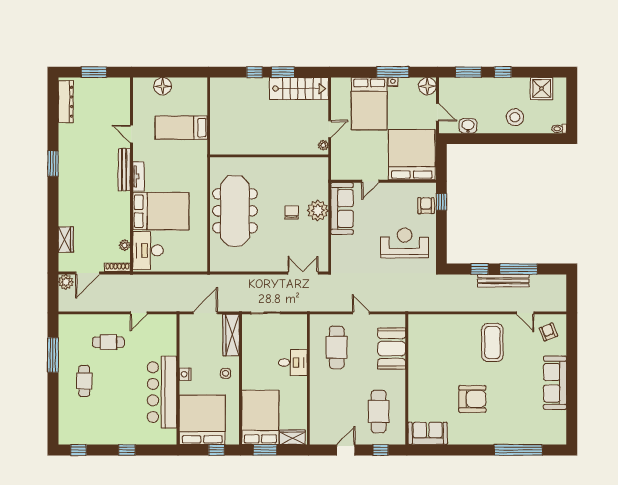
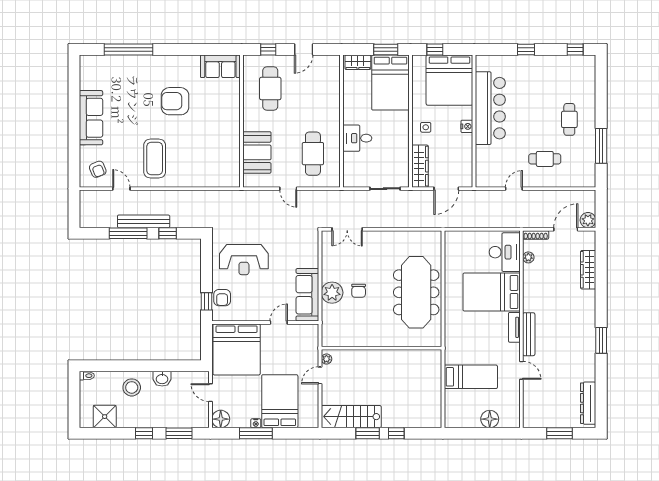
washbasin: (468, 126) -> (162, 379), moved
wardrobe: (66, 239) -> (588, 270), width x1.50

